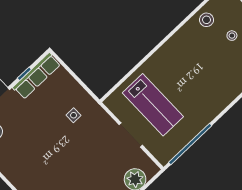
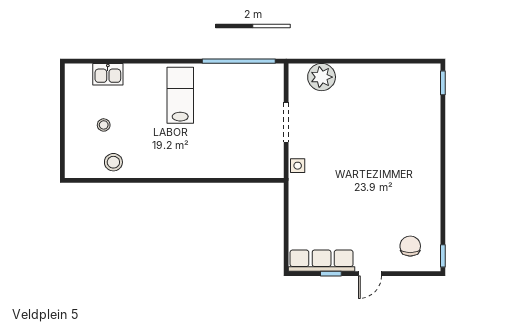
lab bench: (153, 105) -> (180, 95), moved, width x0.73, depth x0.72
side table: (74, 115) -> (298, 166), moved

